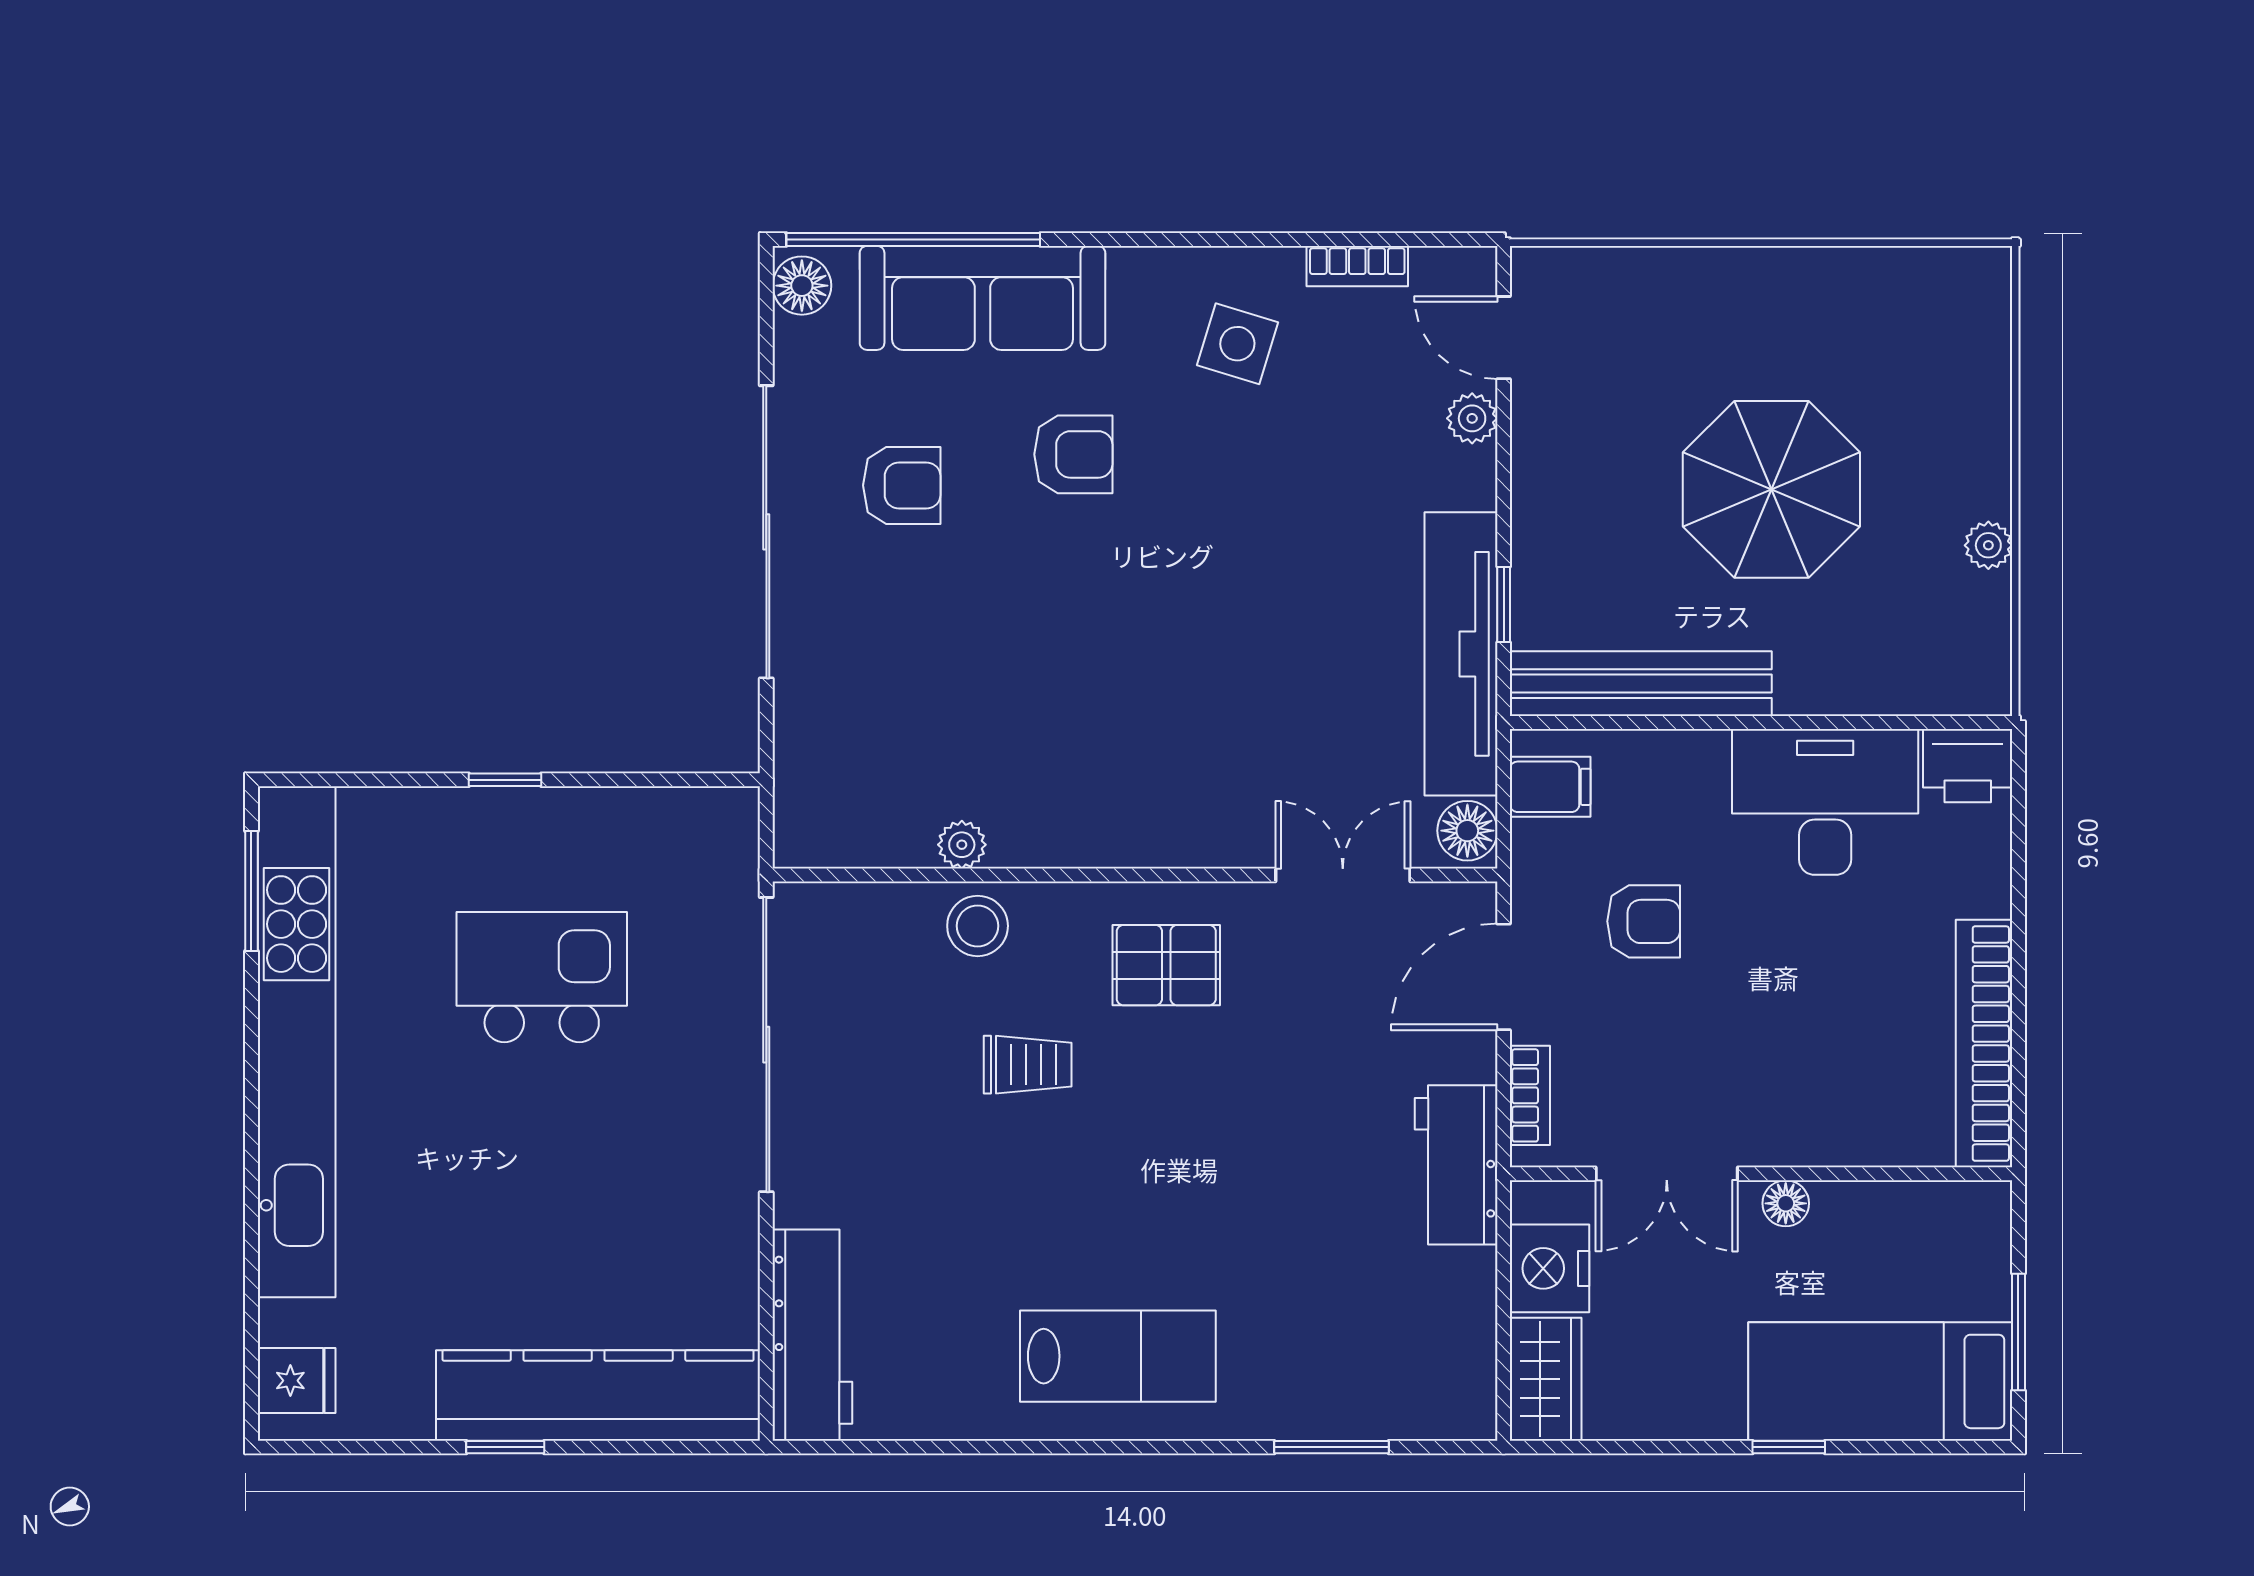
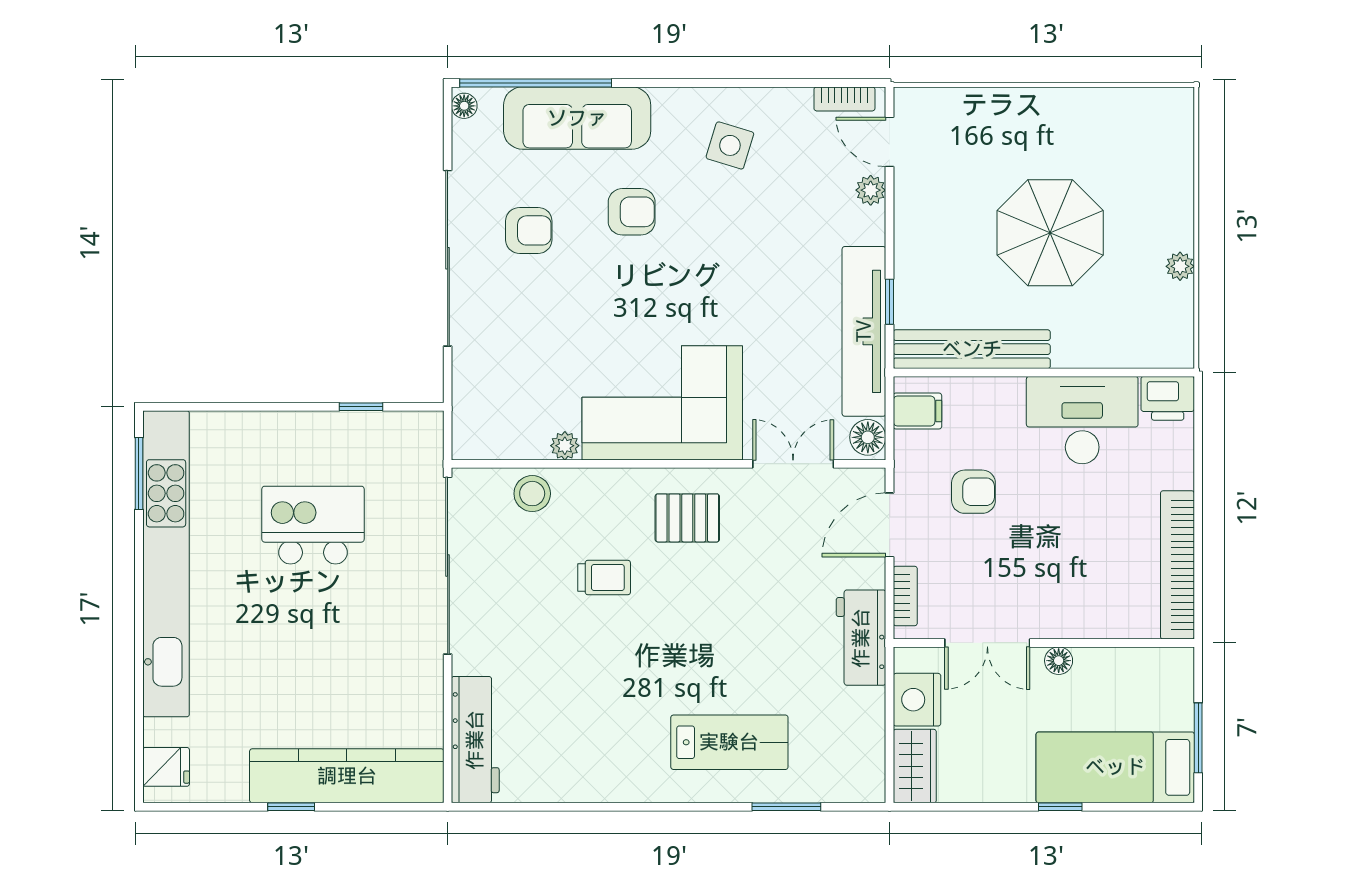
bookcase: (1357, 266) -> (844, 99), moved
floor lamp: (802, 286) -> (464, 106), width x0.73, depth x0.73
corner sofa: (1125, 773) -> (662, 403), added
window: (505, 780) -> (361, 407), moved
stool: (978, 926) -> (532, 494), moved
lab bench: (1118, 1356) -> (729, 742), moved

